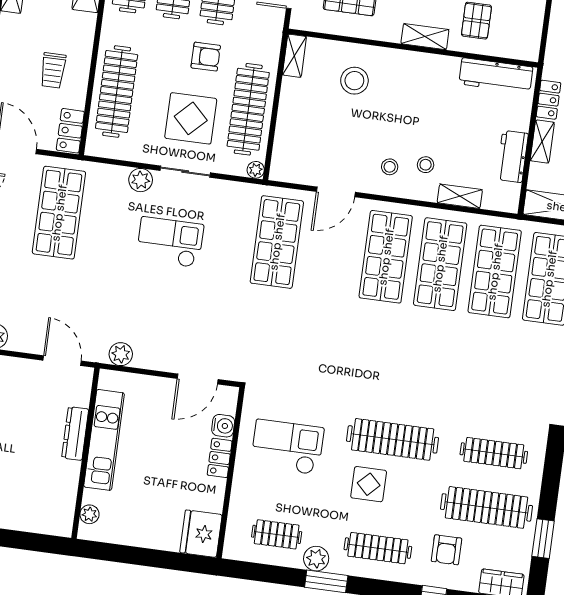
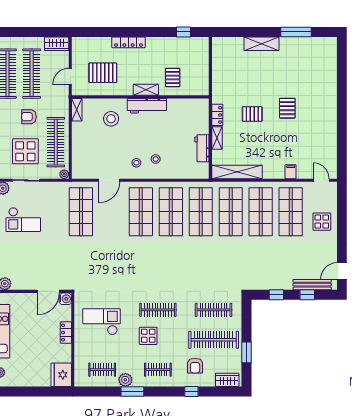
armchair: (206, 57) -> (29, 117), turned 180
workbench: (496, 75) -> (147, 106), moved
shelving: (460, 196) -> (176, 174), removed
checkout: (170, 242) -> (23, 220), turned 180
water cooler: (223, 426) -> (65, 299), moved
clothes rail: (393, 439) -> (158, 310), width x0.73, depth x0.76
clothes rail: (378, 548) -> (158, 370), width x0.73

